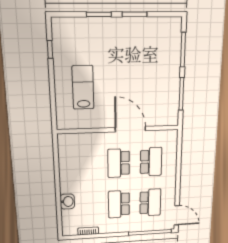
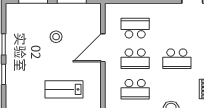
stool: (143, 77) -> (56, 37), added
school desk: (150, 202) -> (135, 89), moved, turned 180

